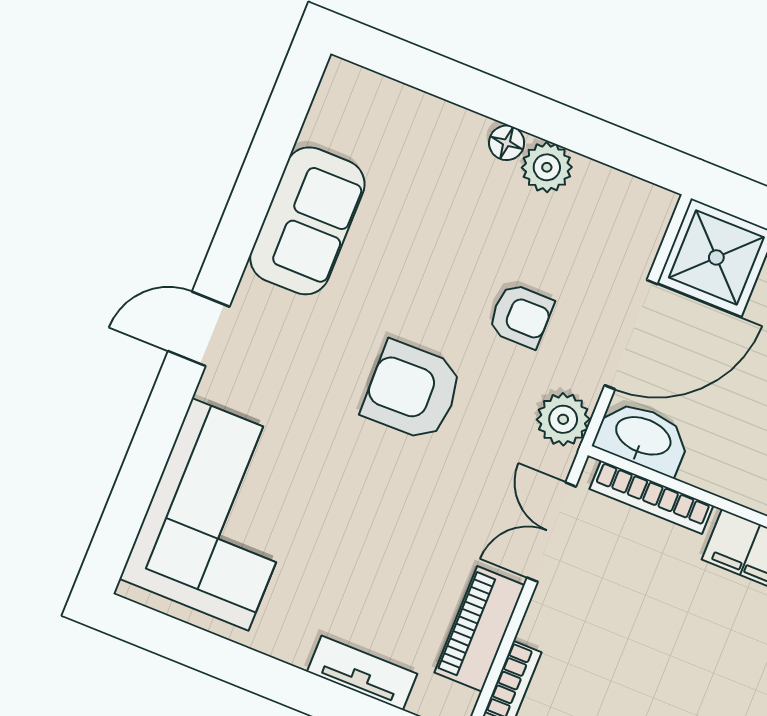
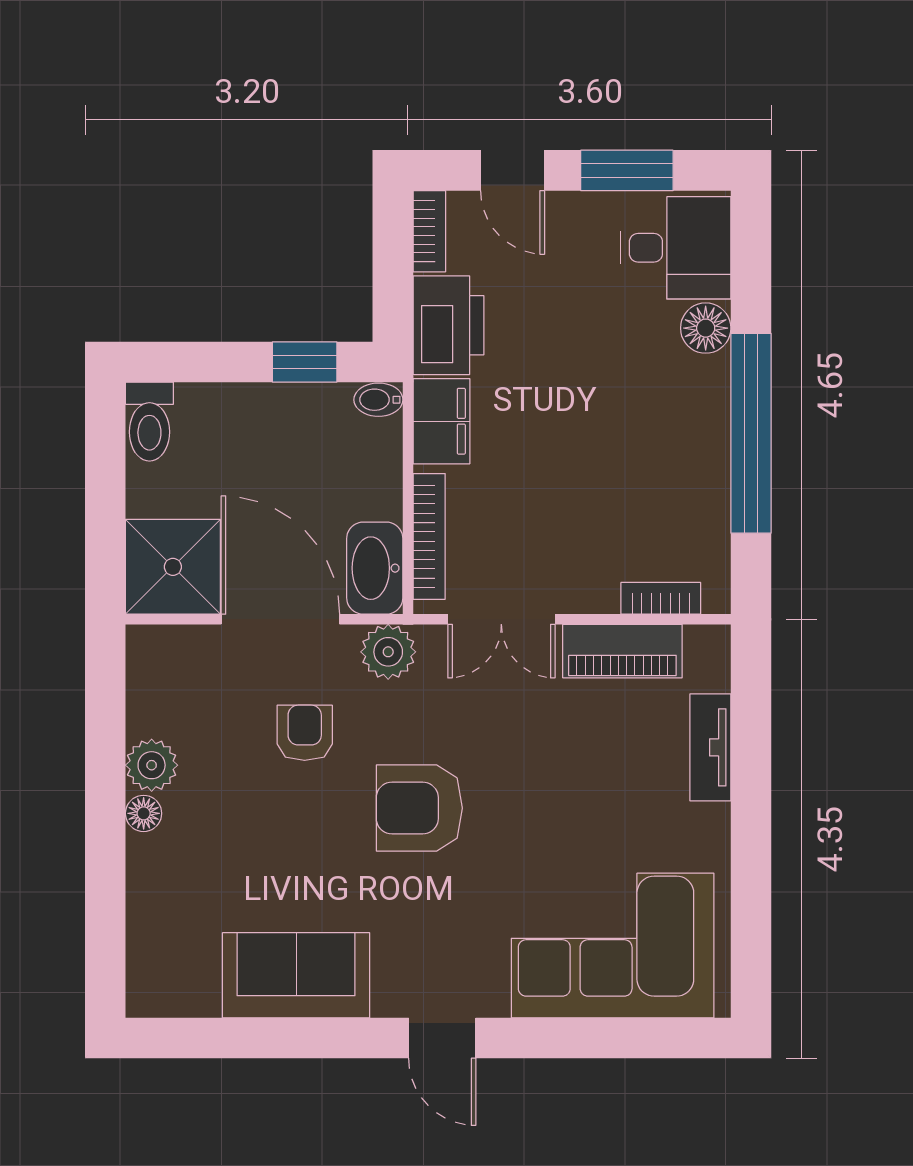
armchair: (412, 391) -> (419, 808), turned 91

